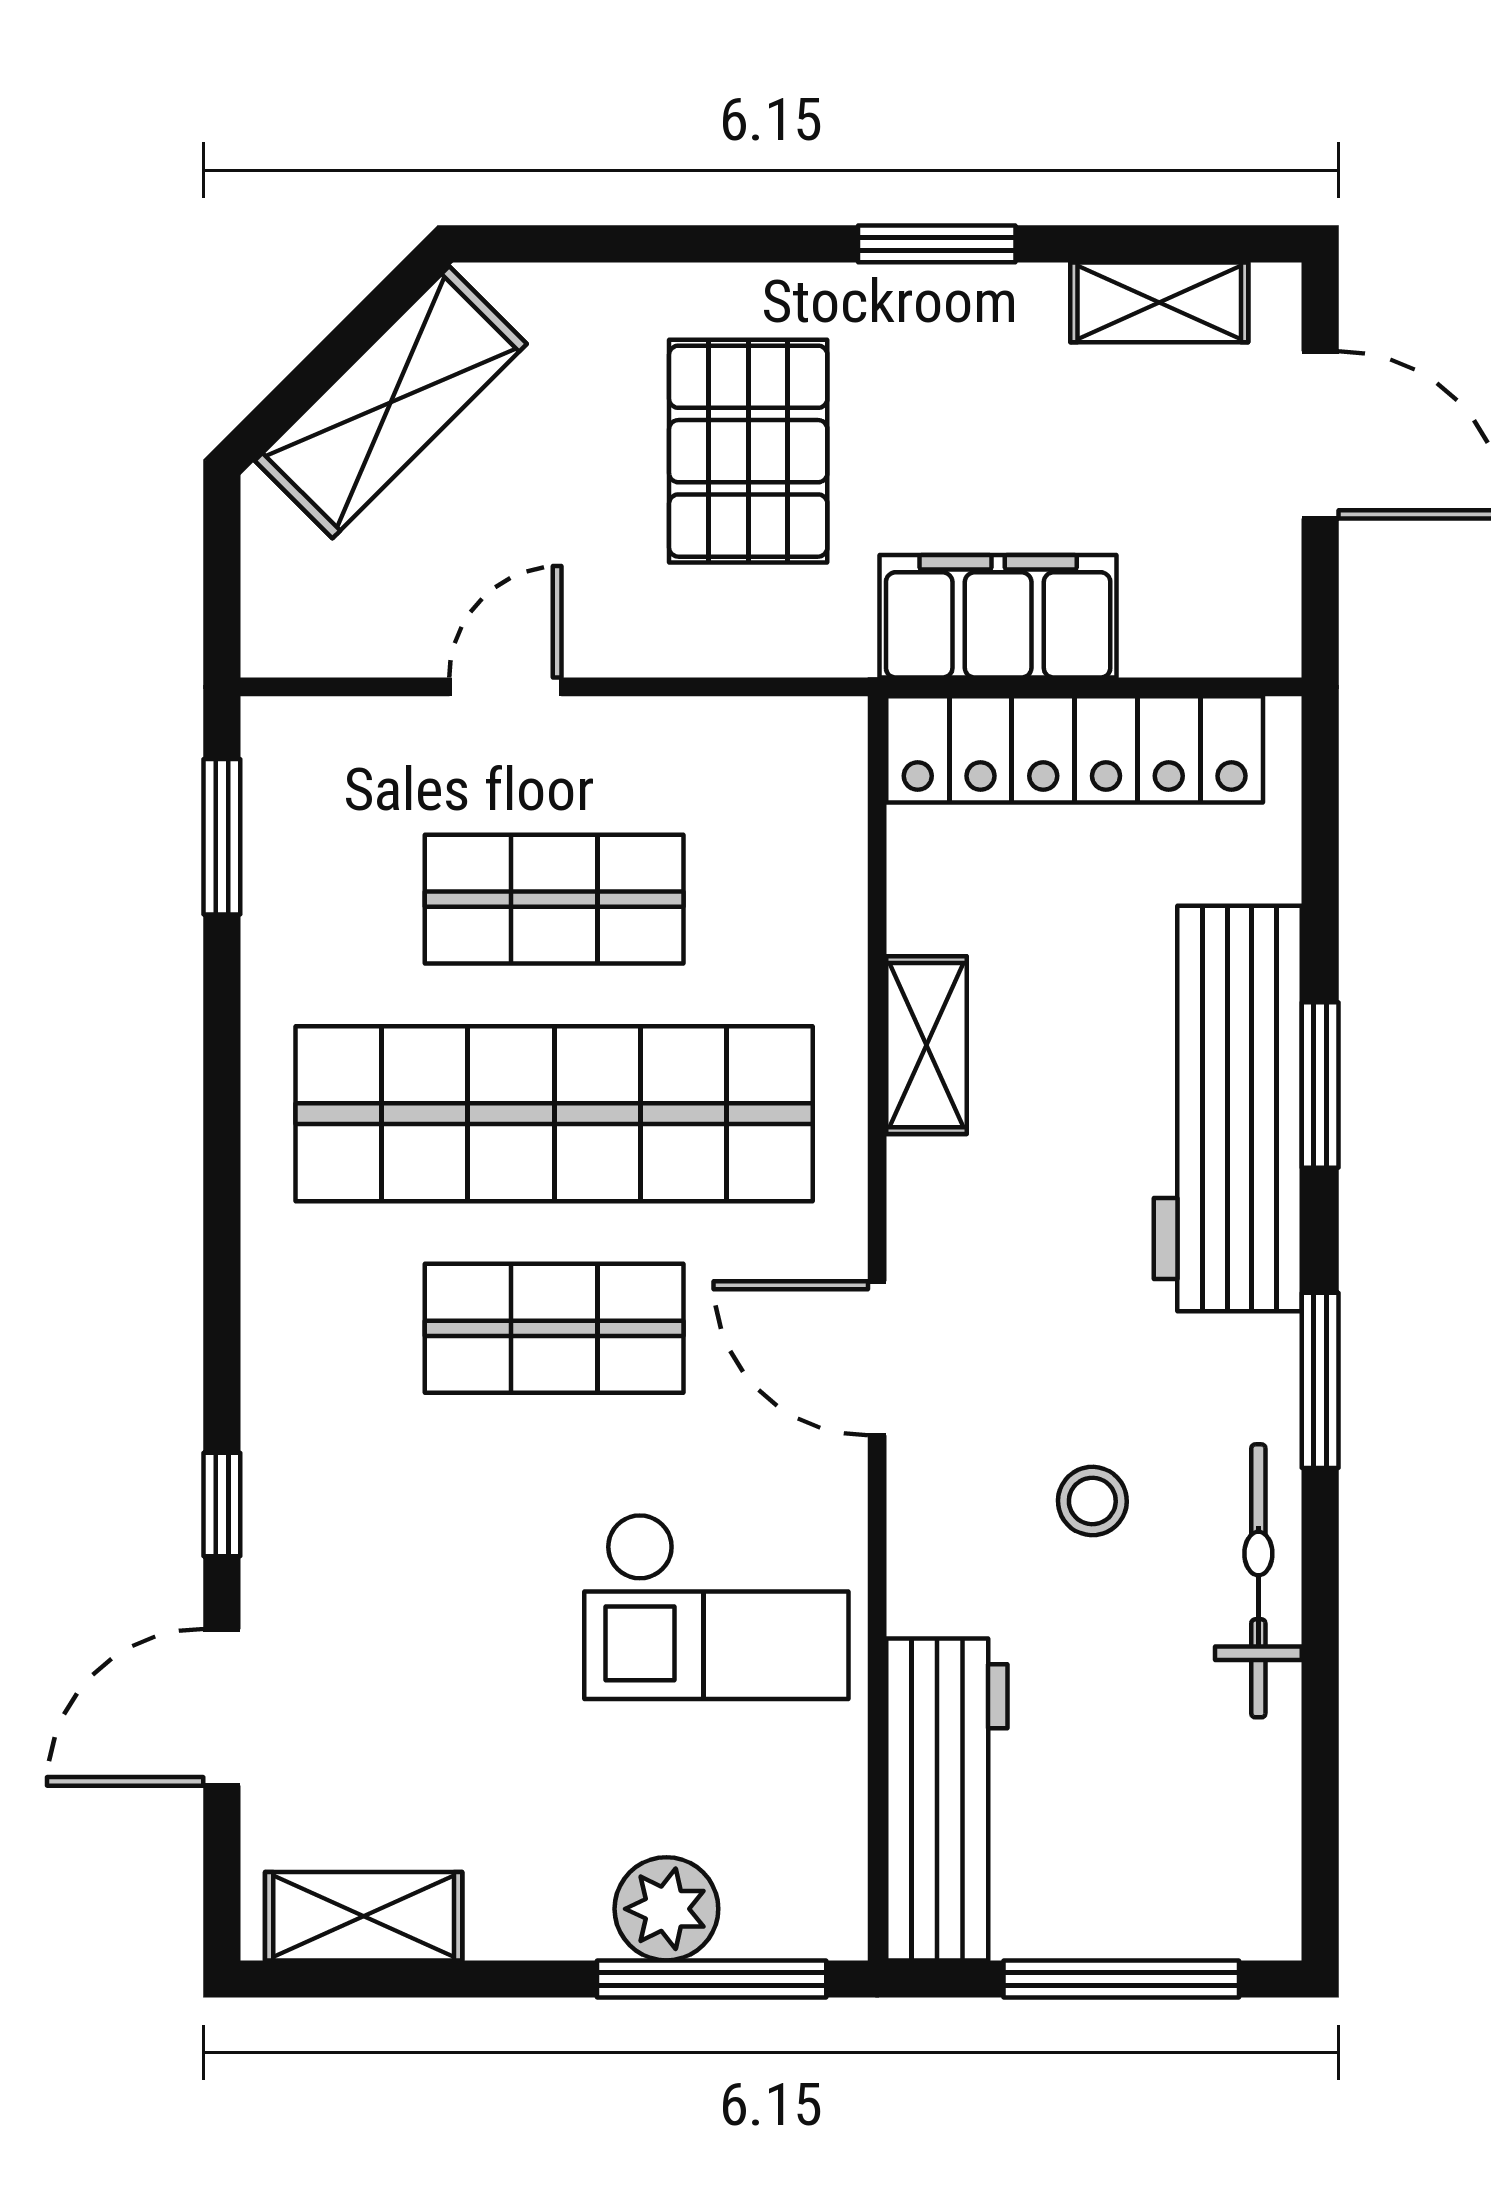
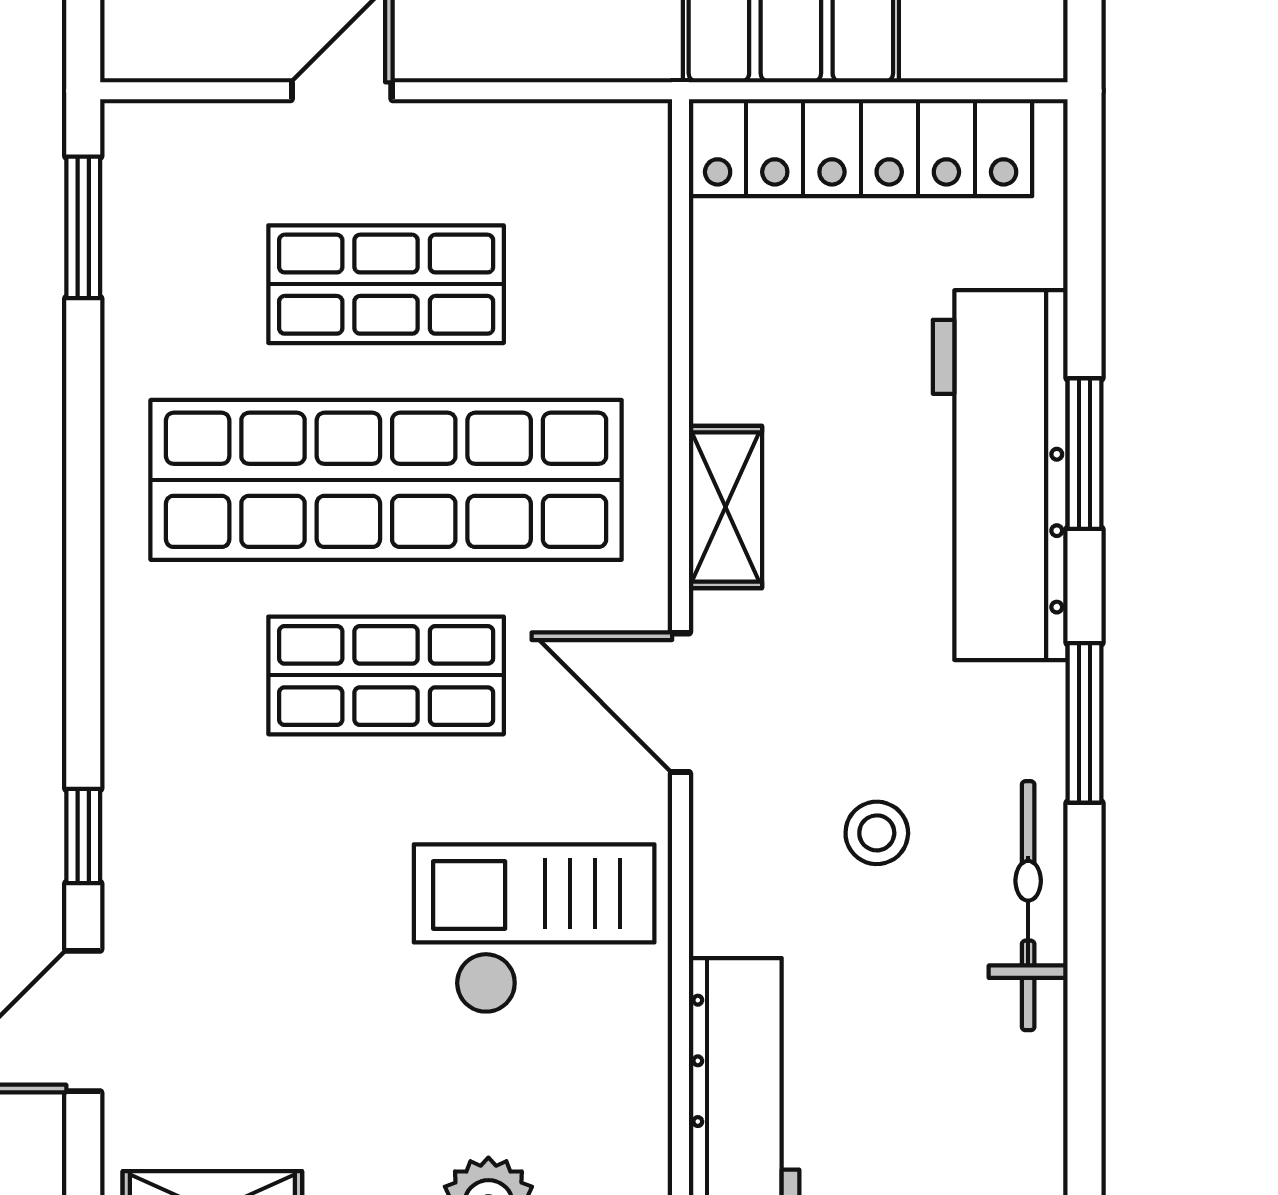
shelving: (926, 1045) -> (726, 507), moved
checkout: (716, 1606) -> (534, 929), turned 180

